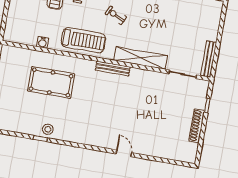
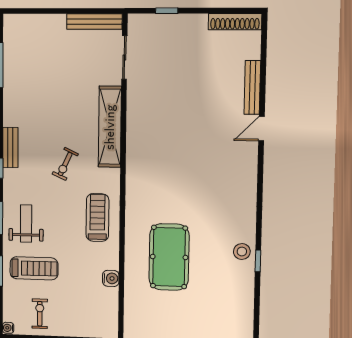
exercise bike: (116, 15) -> (65, 164), moved
treadmill: (84, 40) -> (97, 218), width x0.73, depth x0.73
bench: (113, 69) -> (252, 87), moved
shoe rack: (197, 126) -> (235, 22), moved

